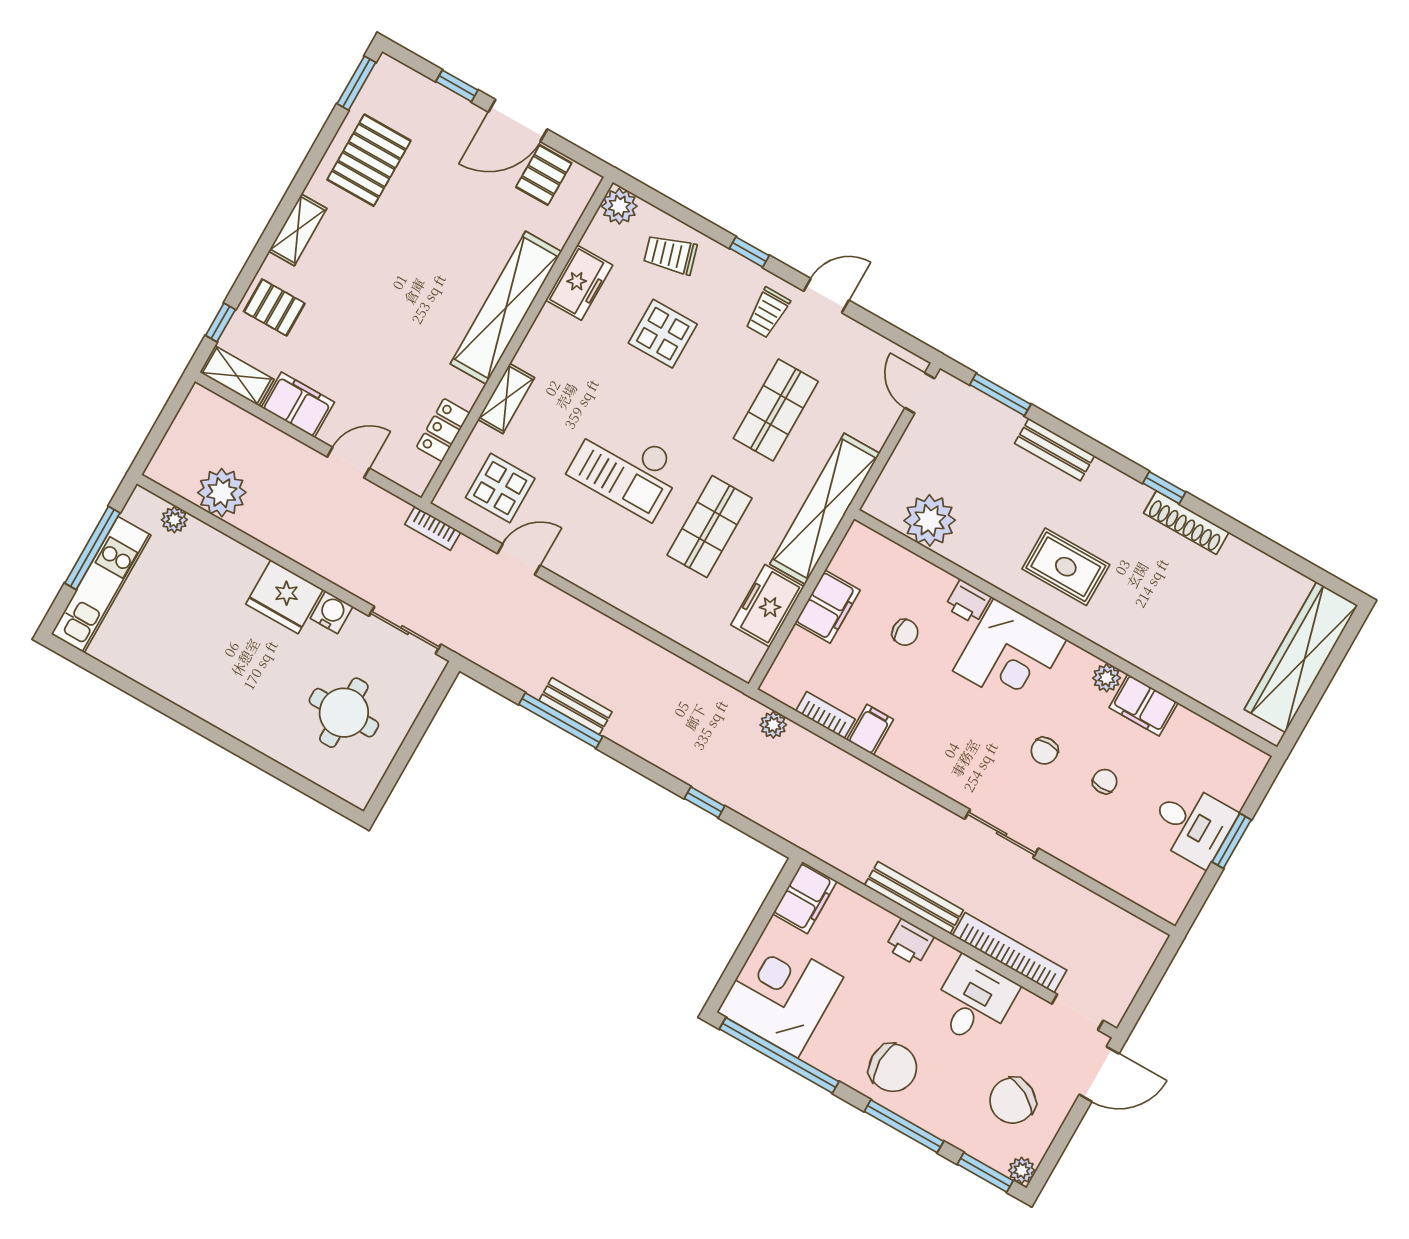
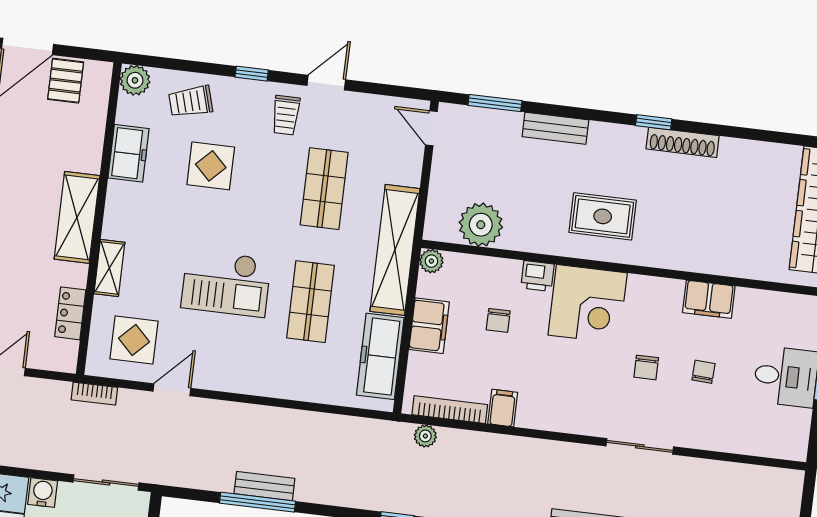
shelving: (506, 308) -> (77, 217), width x0.68
freezer: (767, 606) -> (380, 356), width x1.40
chair: (905, 632) -> (498, 320), turned 90
plant: (1107, 678) -> (431, 261), moved
bookcase: (825, 715) -> (450, 410), width x1.56

